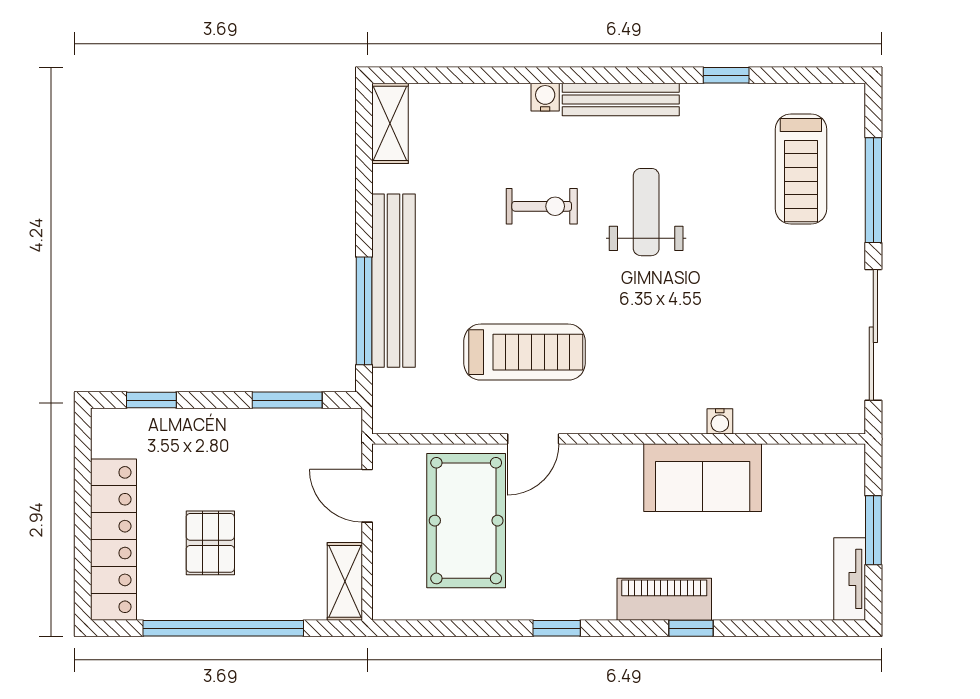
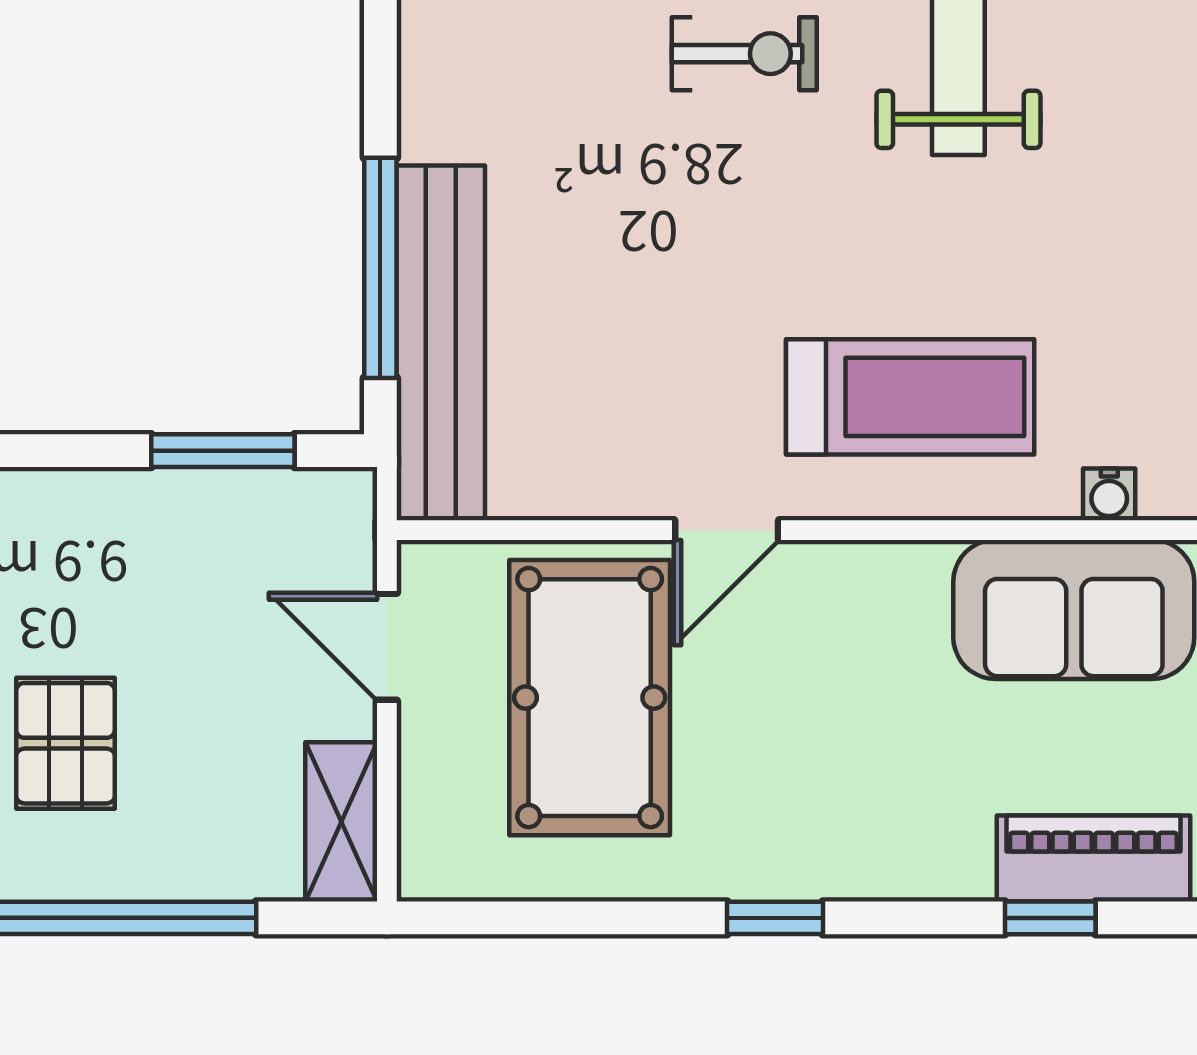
bench: (394, 281) -> (441, 343), moved
treadmill: (525, 352) -> (910, 397), moved
piano: (664, 599) -> (1093, 859), moved

